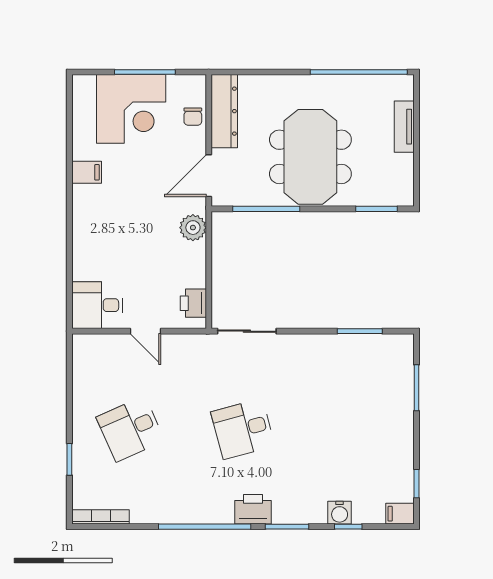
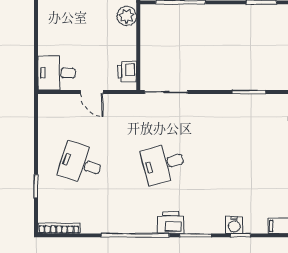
desk: (130, 429) -> (81, 164), turned 42

